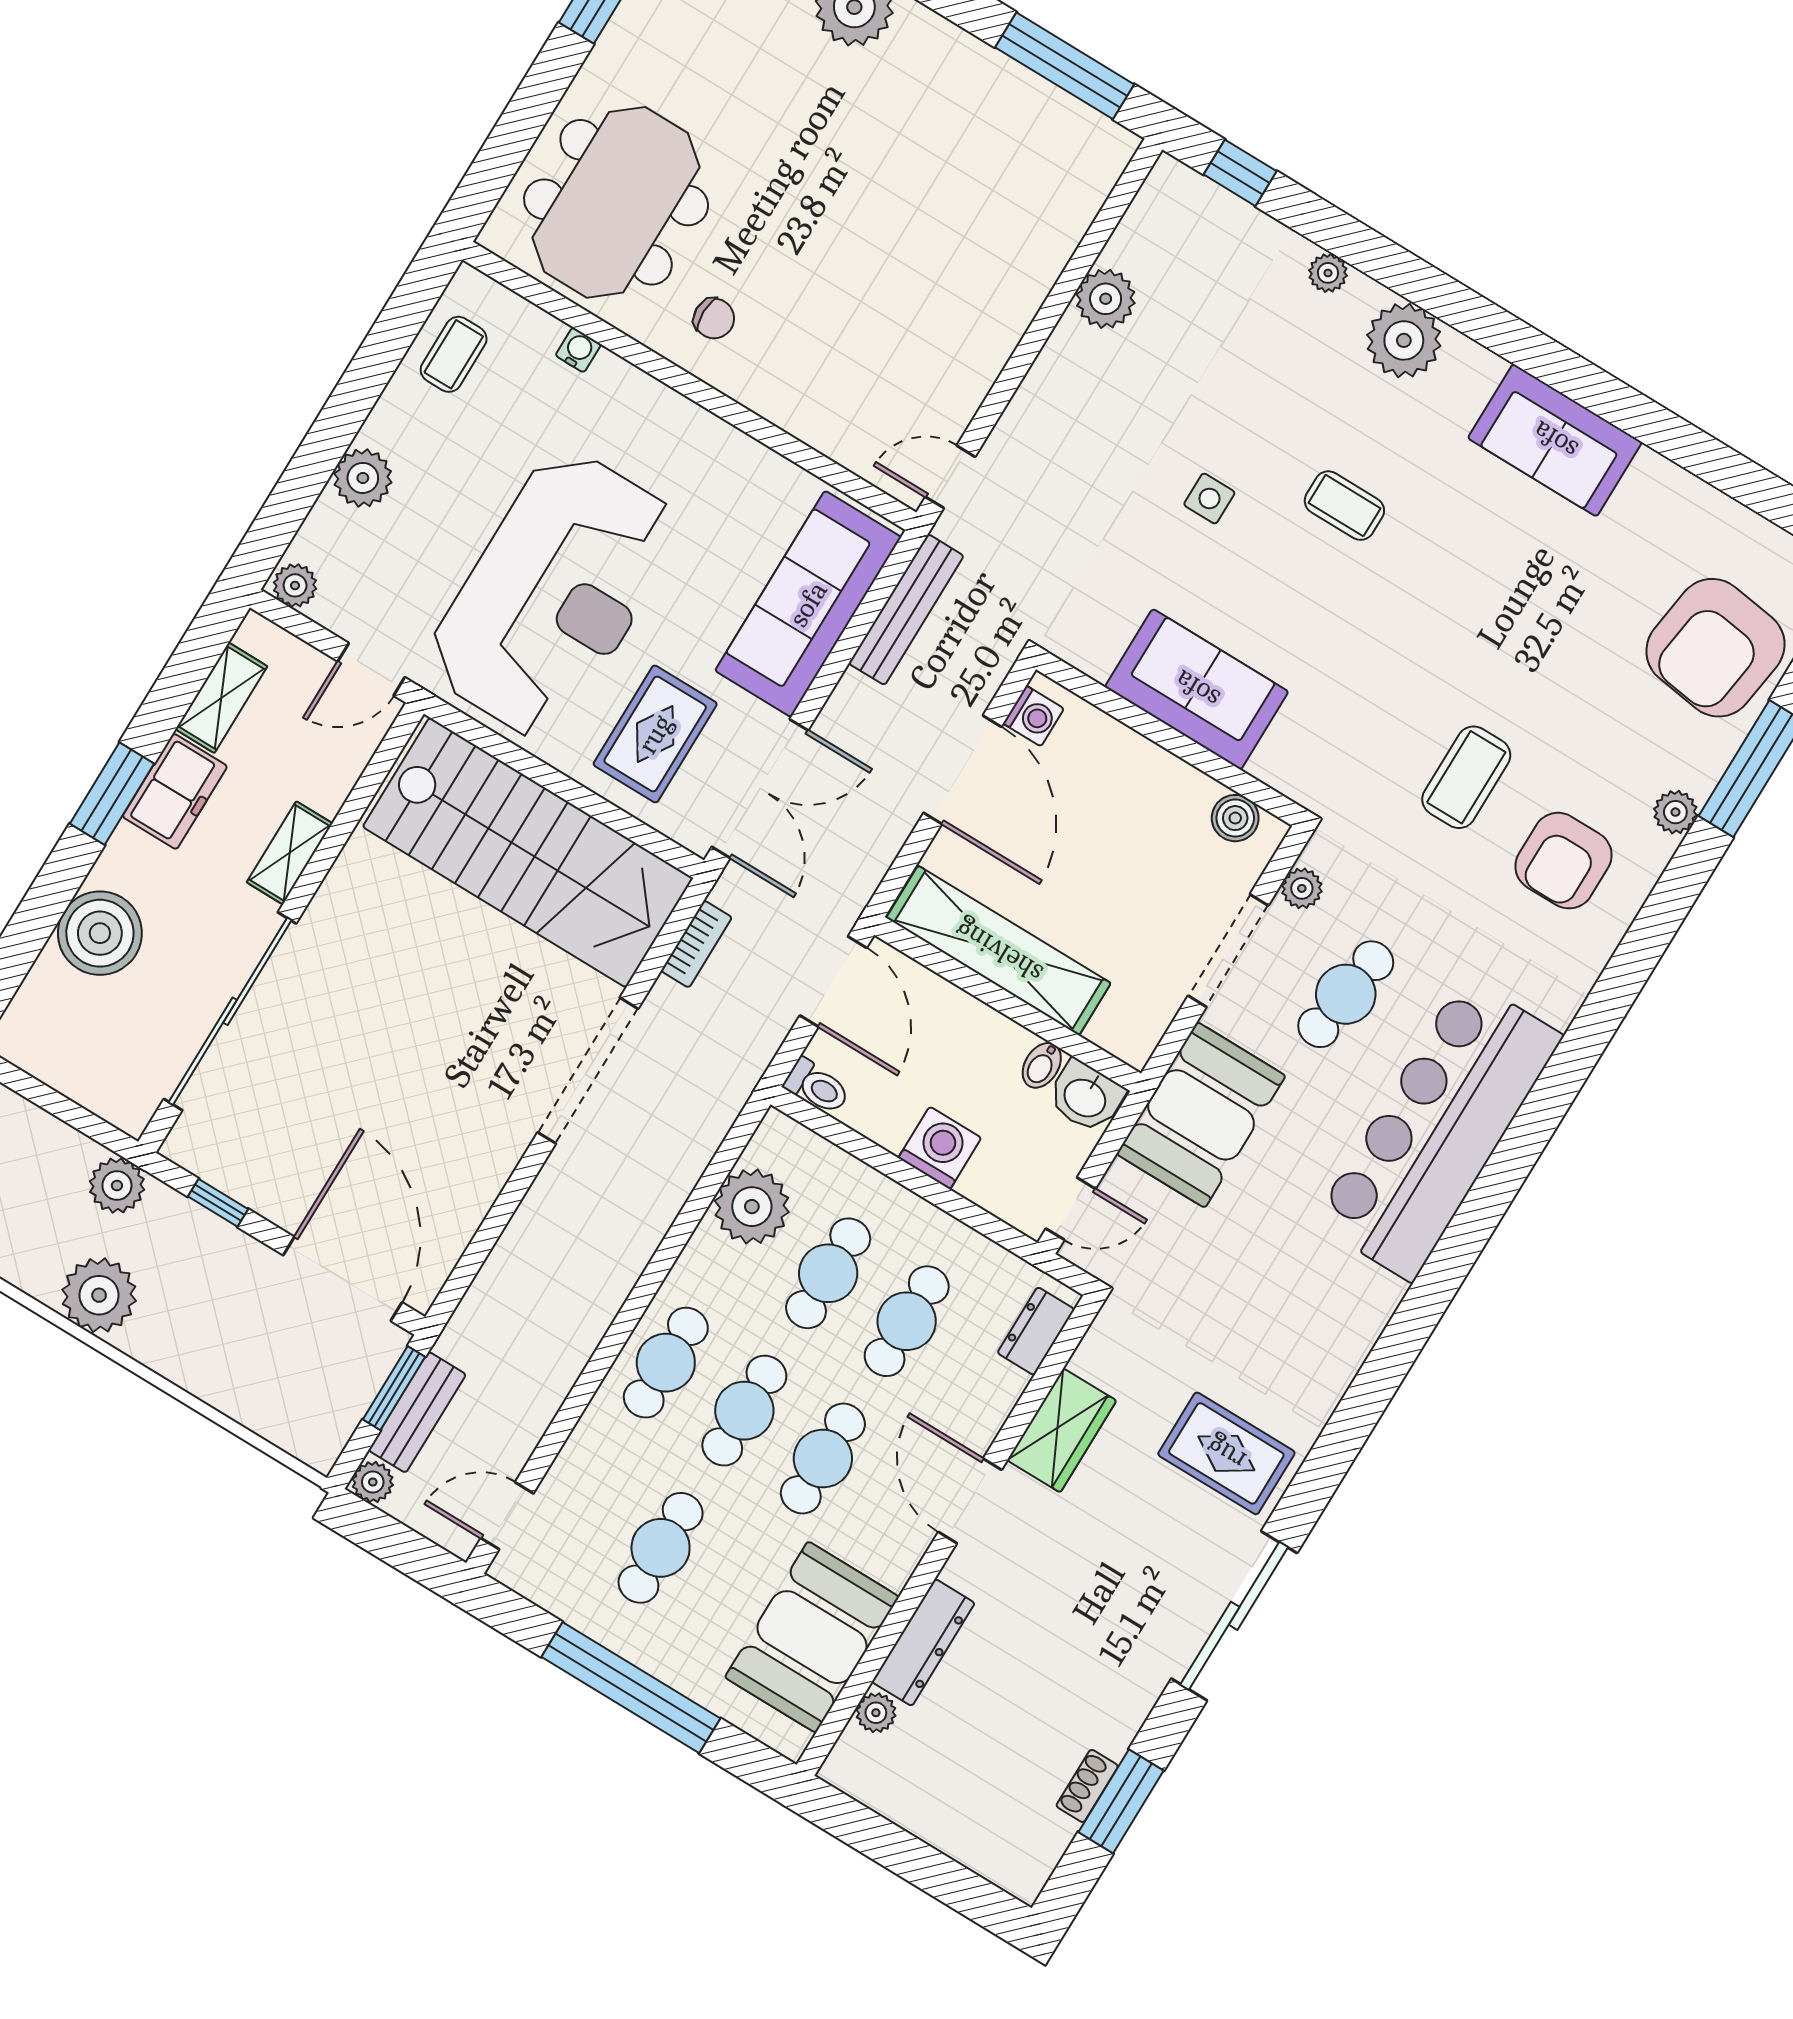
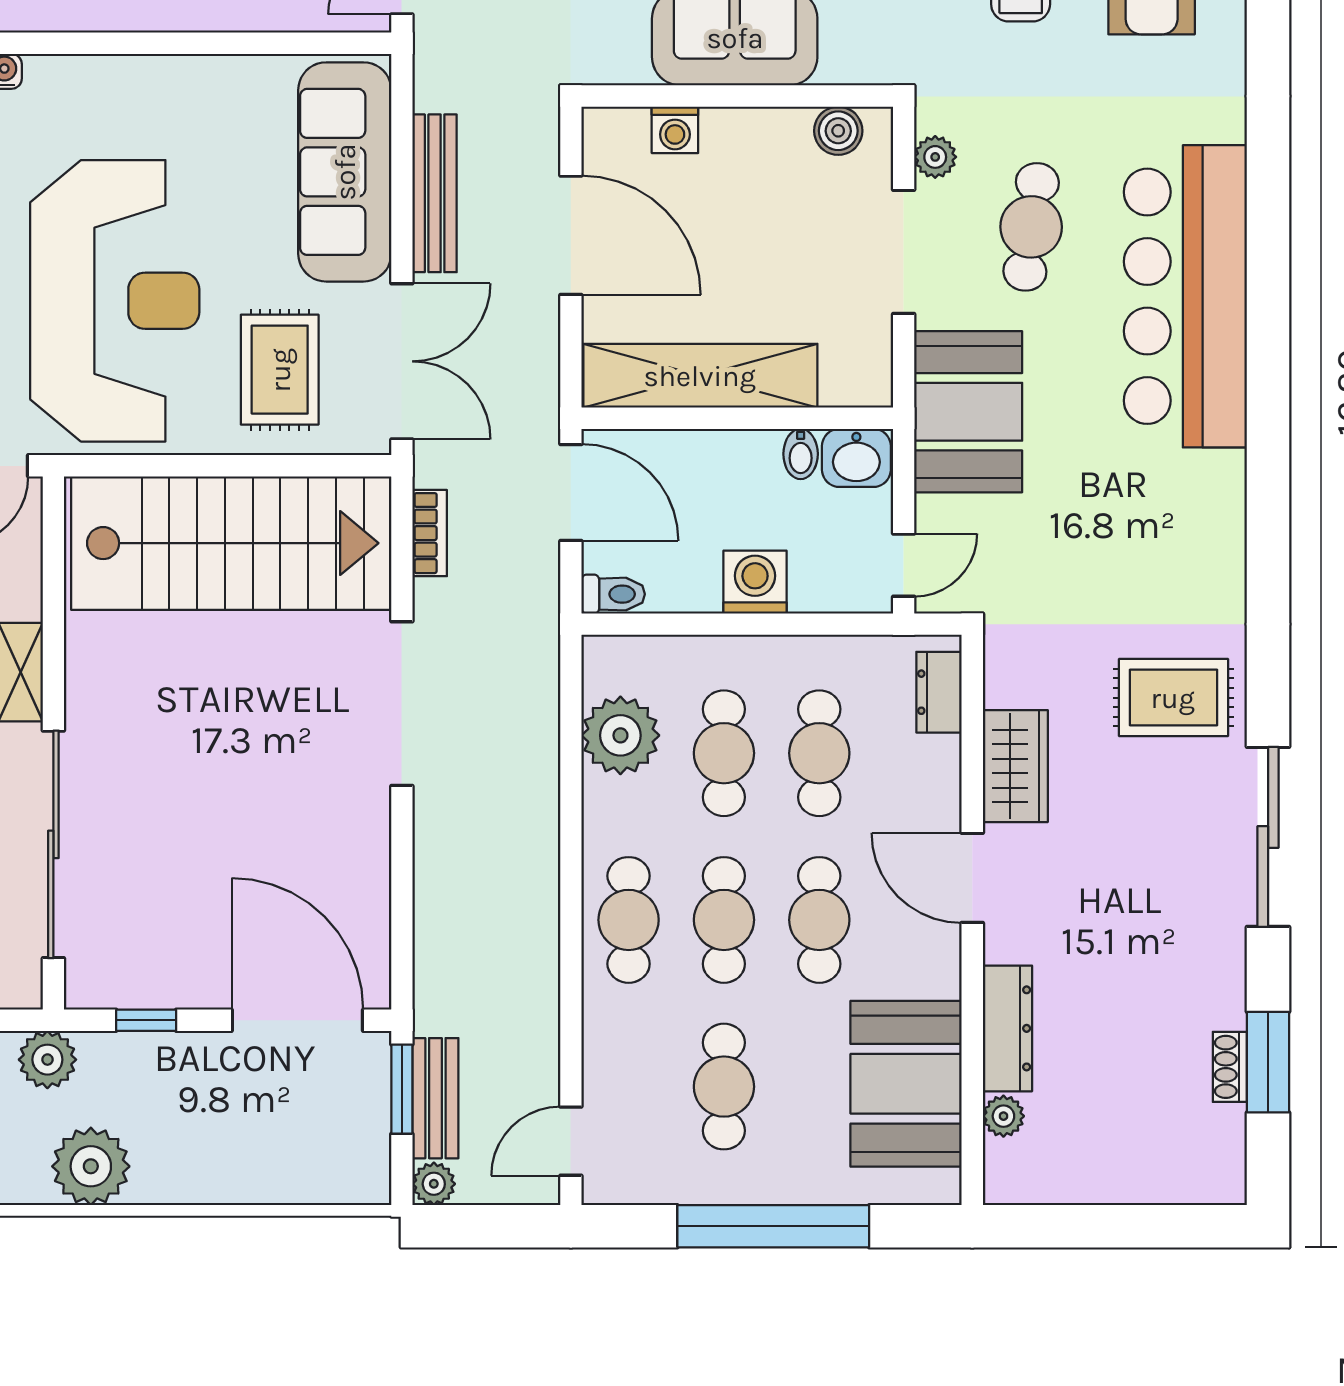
bench: (906, 610) -> (435, 193), moved
washing machine: (1033, 716) -> (675, 130), moved, turned 90

